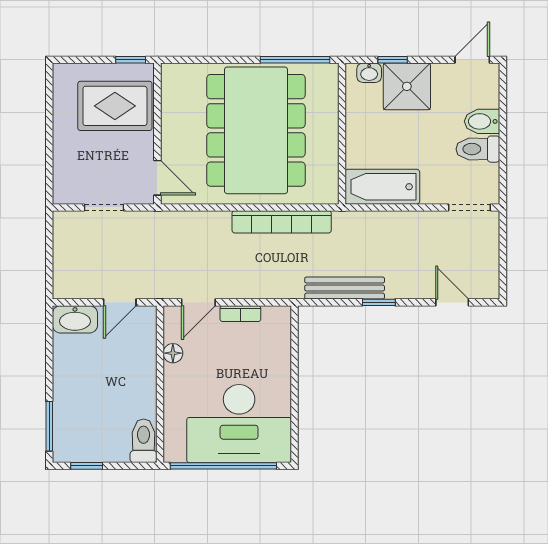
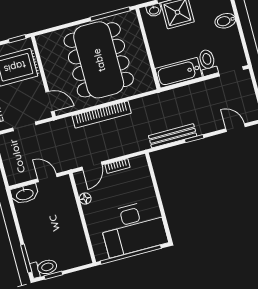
toilet: (478, 149) -> (208, 62), moved, turned 90
bookcase: (282, 222) -> (102, 115), moved
door: (120, 302) -> (47, 178), swing flipped
toilet: (144, 441) -> (44, 268), moved, turned 90

